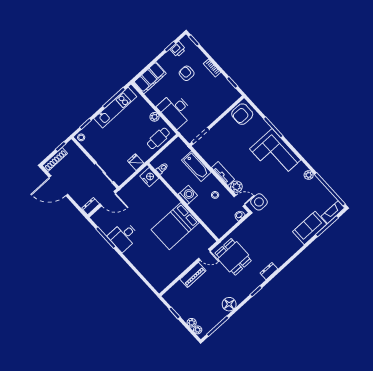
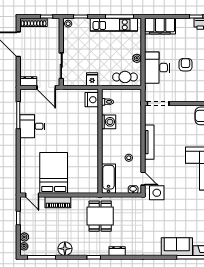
armchair: (187, 73) -> (185, 65), moved
bathtub: (196, 166) -> (108, 179), moved, turned 180
tv unit: (223, 174) -> (149, 142), width x1.41
plant: (236, 187) -> (150, 166), removed
washing machine: (188, 195) -> (109, 122), moved
bed: (175, 226) -> (54, 173), moved, turned 90
door: (204, 255) -> (32, 195), moved

